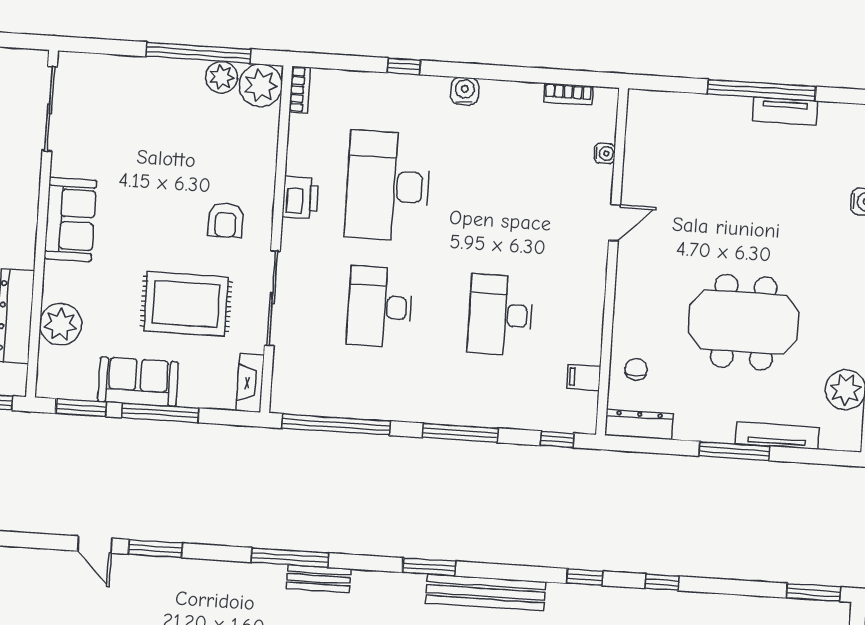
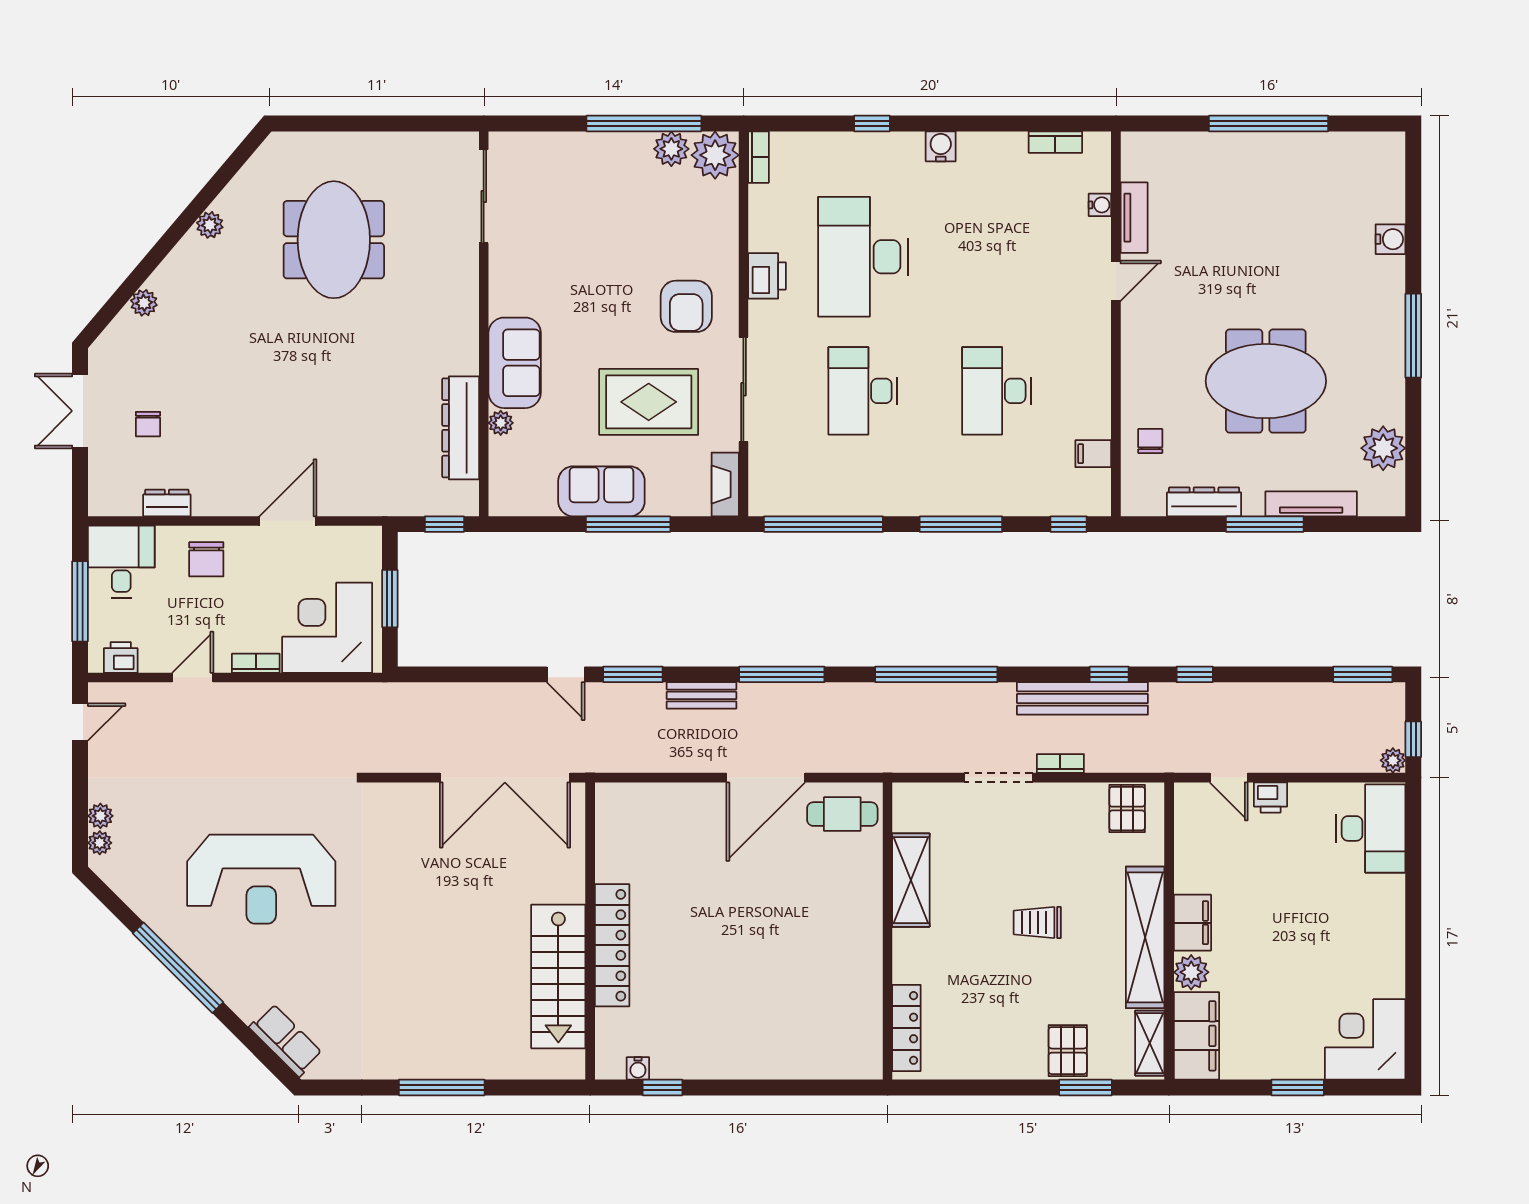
tv unit: (785, 111) -> (1134, 218), moved, turned -90
sofa: (70, 219) -> (515, 363), moved
armchair: (226, 220) -> (686, 306), width x1.38, depth x1.38
plant: (60, 324) -> (501, 423), width x0.53, depth x0.53
window: (81, 408) -> (540, 524), removed
dresser: (639, 424) -> (1204, 502), moved
window: (429, 567) -> (936, 674), width x2.11
bench: (319, 579) -> (701, 695), moved
bench: (486, 592) -> (1082, 698), moved

